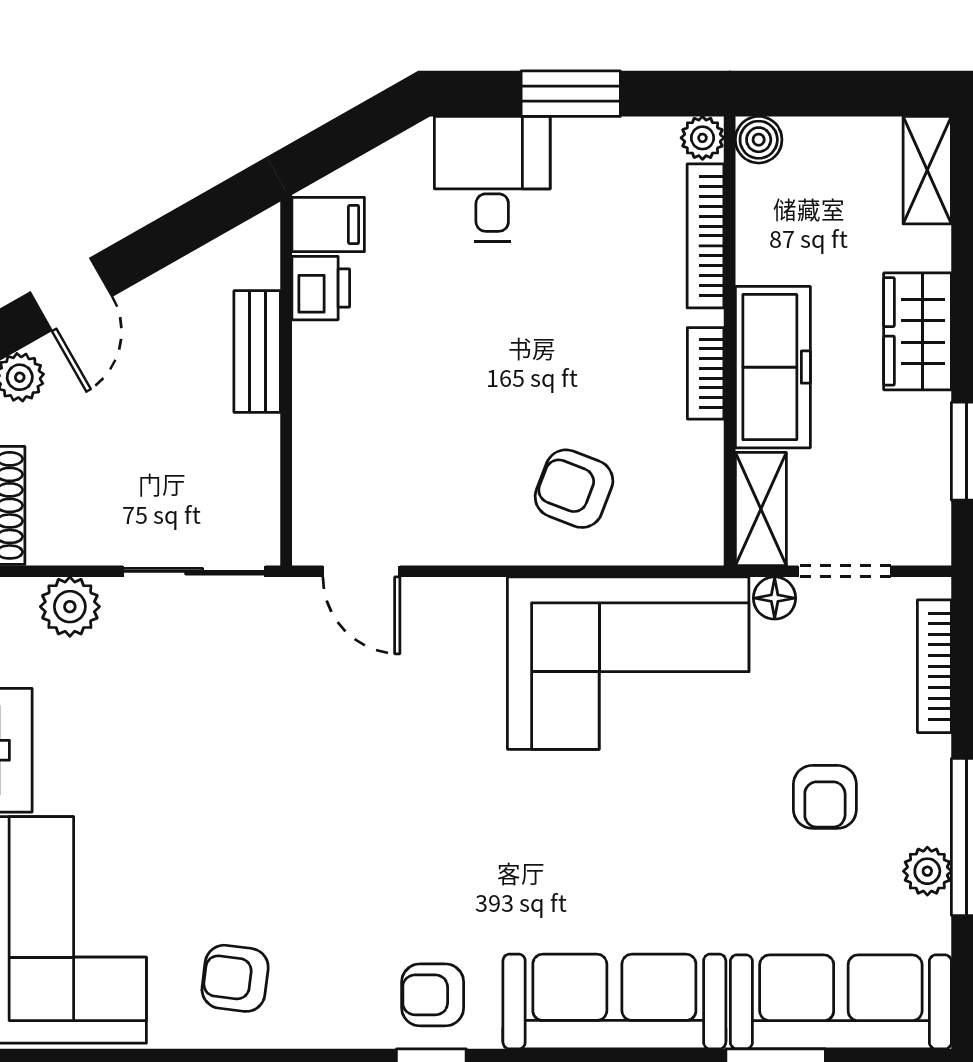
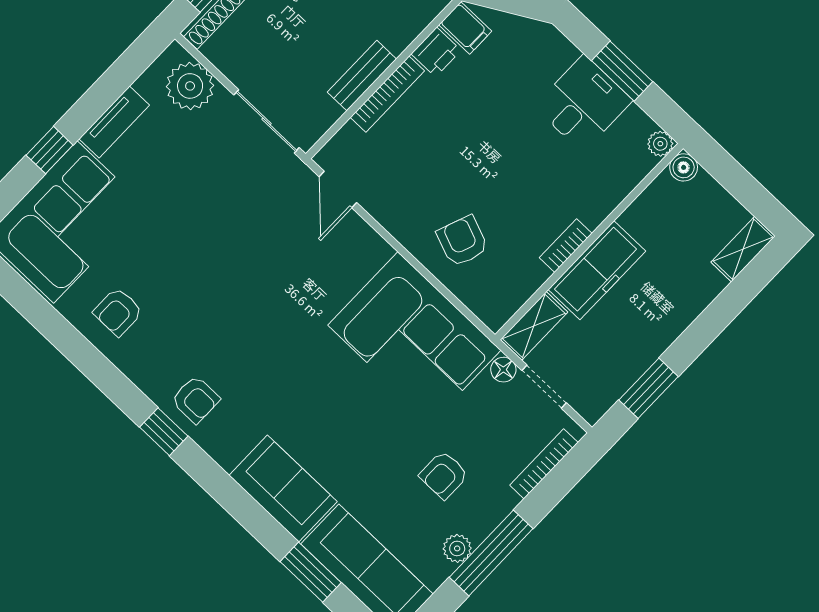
desk: (492, 179) -> (583, 103), moved
bookcase: (706, 236) -> (387, 94), moved, turned 180
wardrobe: (918, 331) -> (673, 314), removed
bench: (257, 352) -> (362, 76), moved
plant: (70, 607) -> (190, 86), width x1.36, depth x1.36
armchair: (235, 978) -> (118, 312), turned -97
armchair: (433, 995) -> (196, 399), turned 180
sofa: (614, 1002) -> (283, 488), width x0.73

